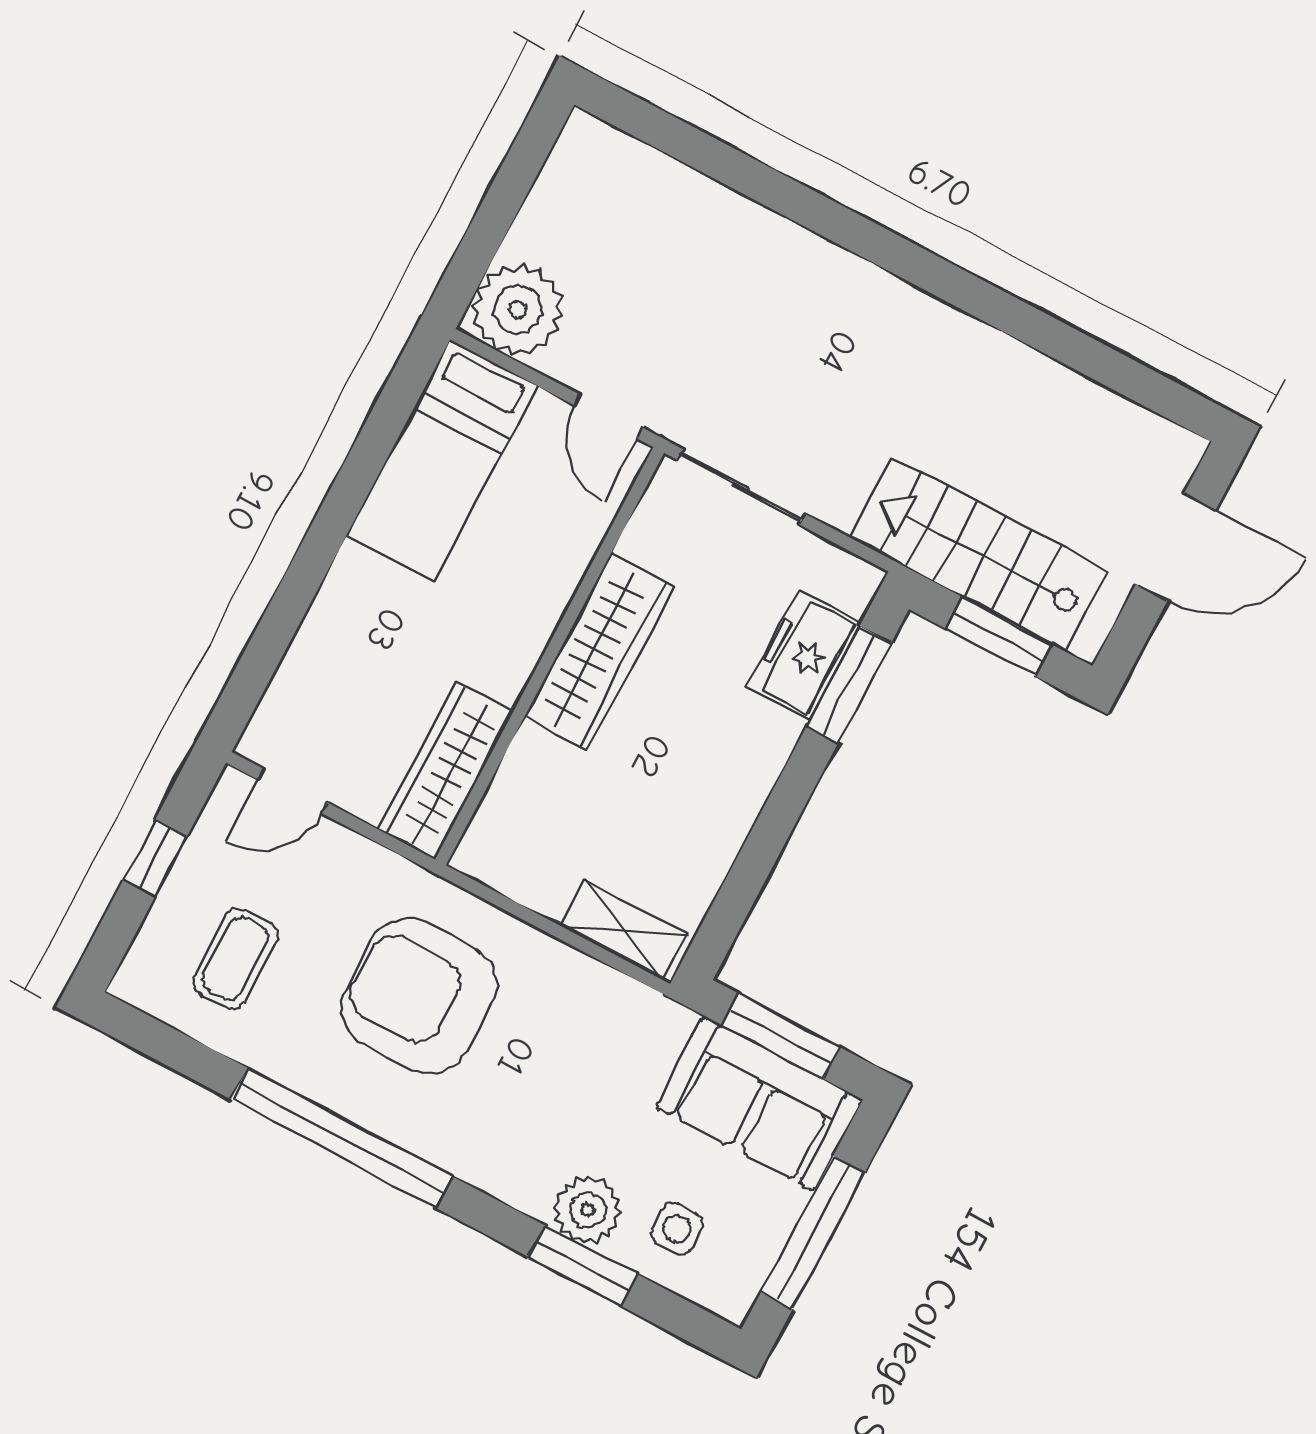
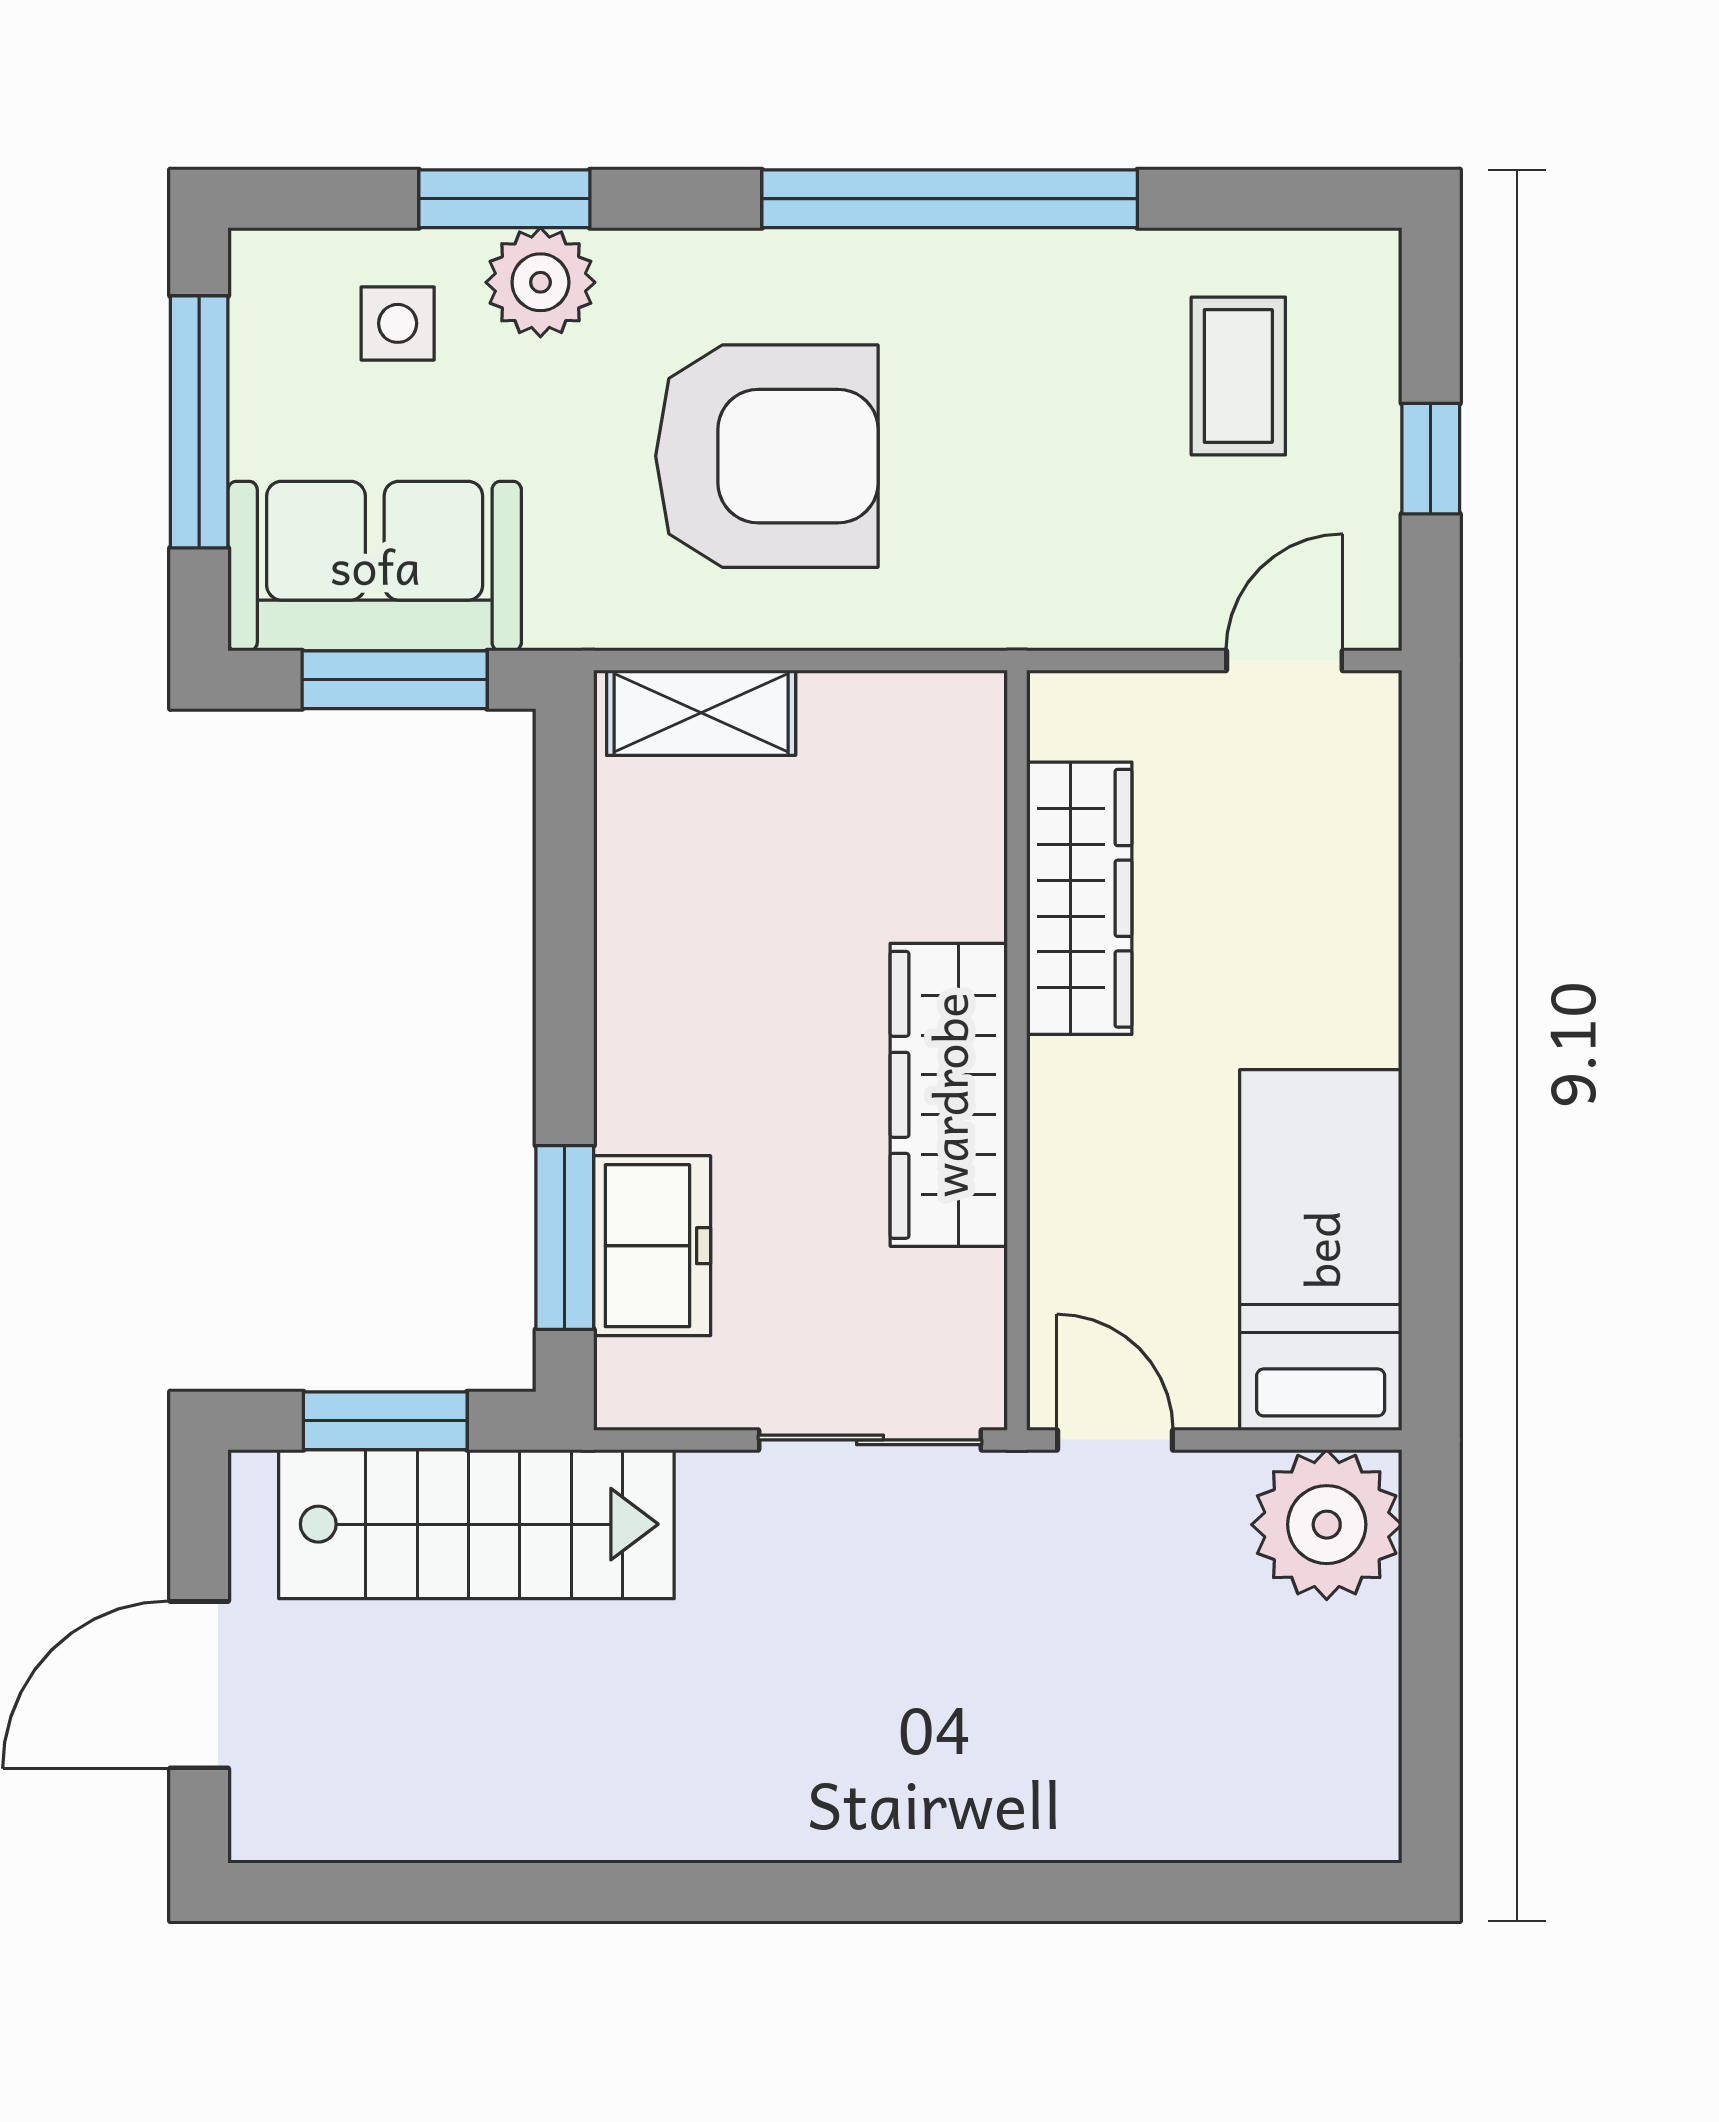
wardrobe: (446, 771) -> (1079, 898), moved
armchair: (419, 996) -> (767, 456), moved

